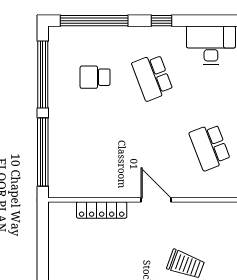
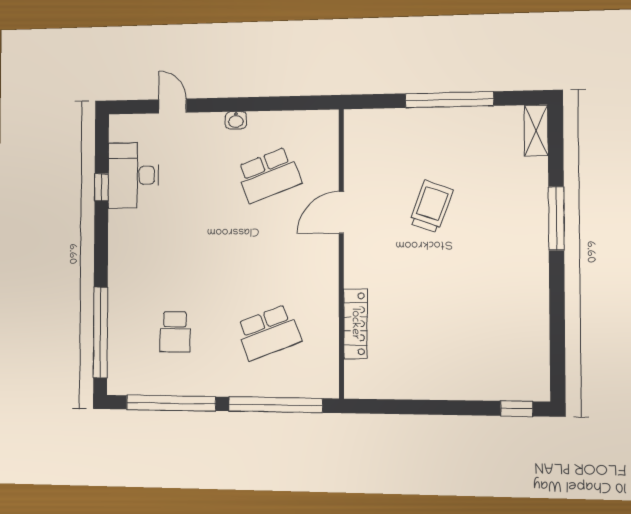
window: (161, 21) -> (101, 187), moved
school desk: (152, 77) -> (269, 332), moved
door: (156, 200) -> (341, 212), moved

